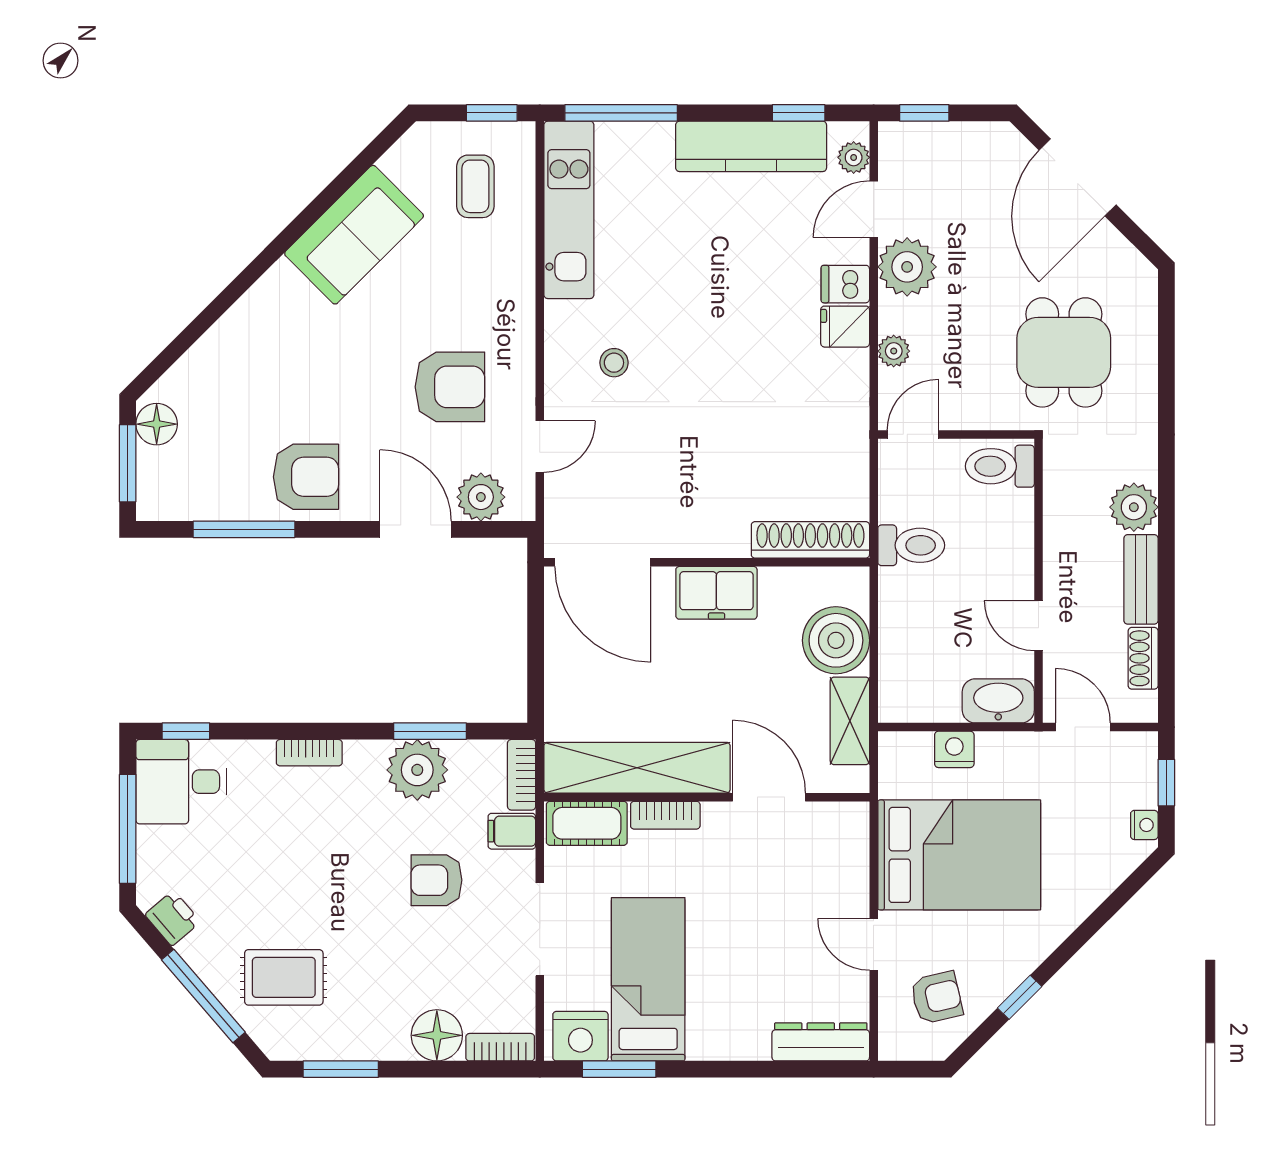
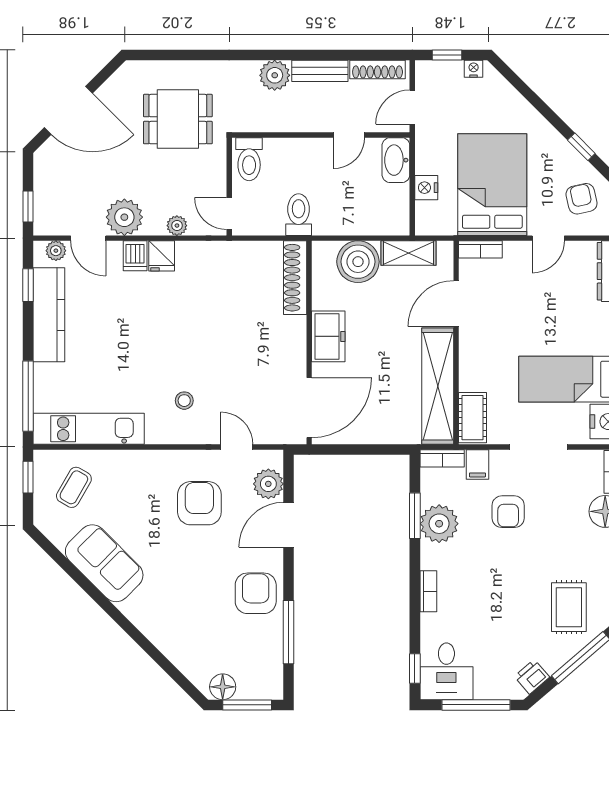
coffee table: (475, 186) -> (74, 487), turned -60
shoe rack: (1143, 658) -> (378, 69), width x1.43
bookcase: (665, 815) -> (480, 249), moved, turned 90

